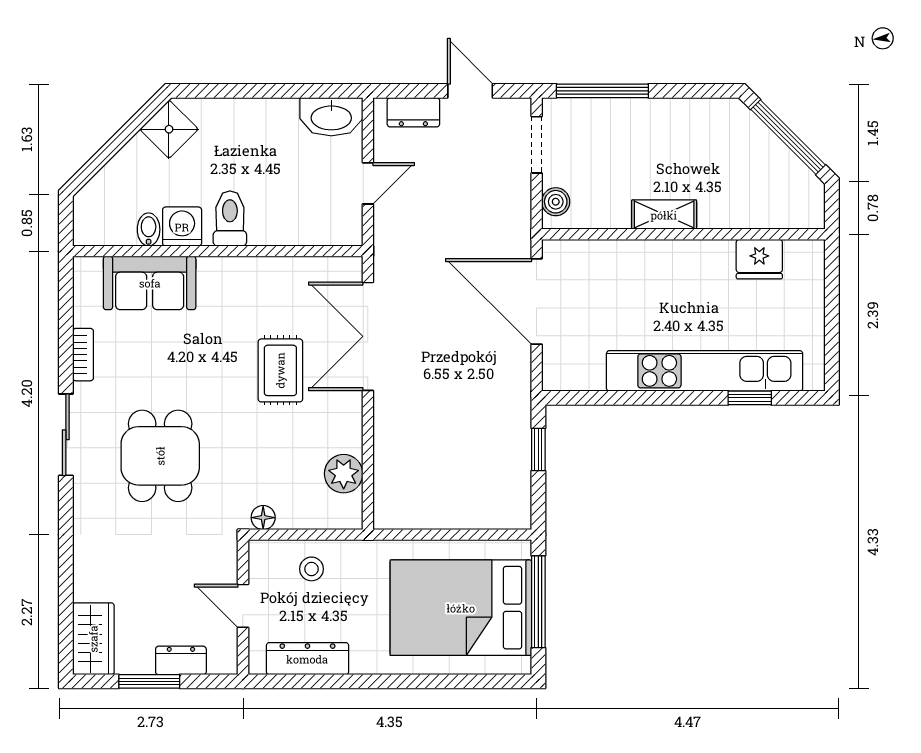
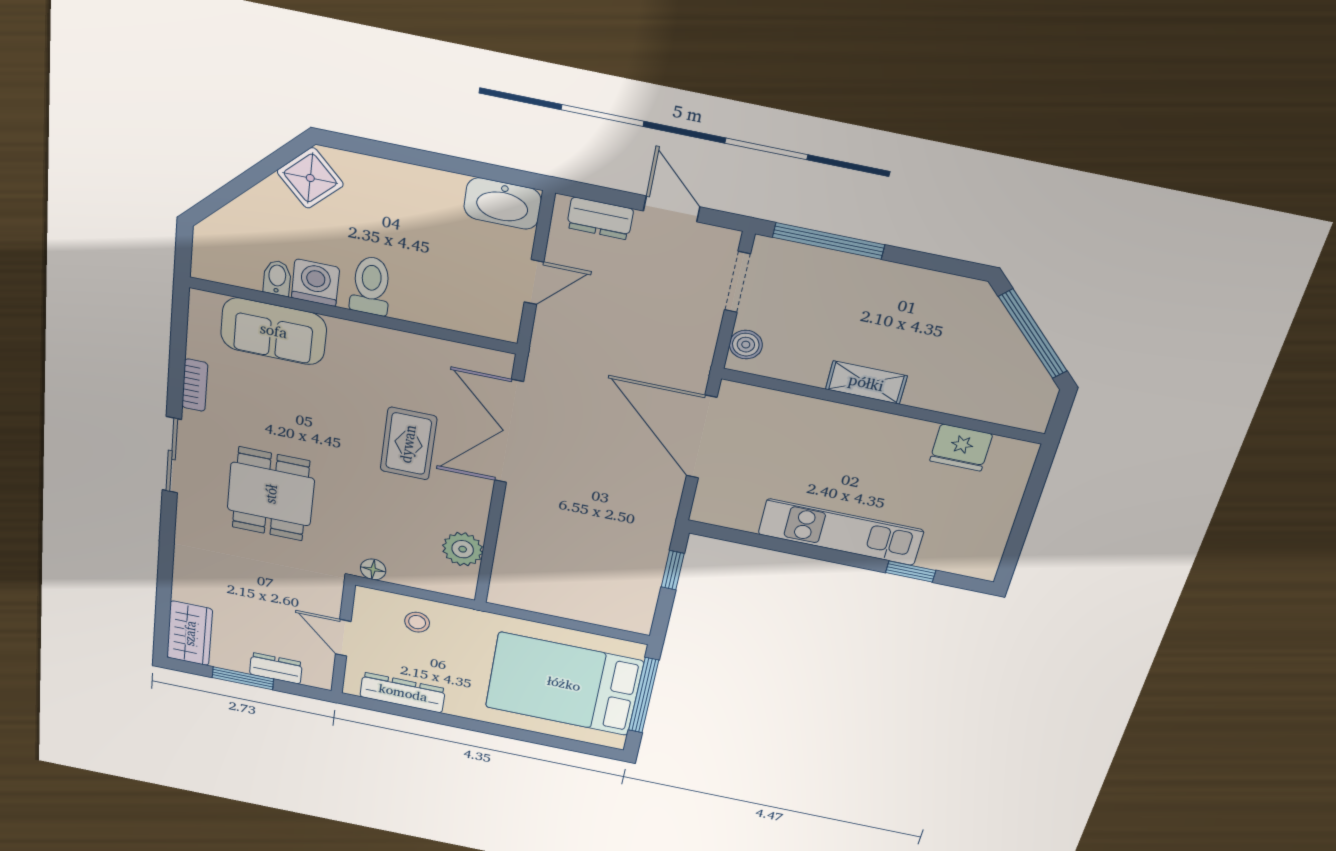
kitchen unit: (705, 371) -> (841, 532), width x0.73

